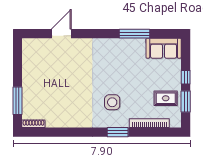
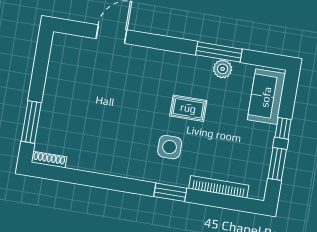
plant: (139, 44) -> (223, 69), added
sofa: (164, 48) -> (266, 97), moved, turned 90
rug: (166, 98) -> (188, 108), moved

